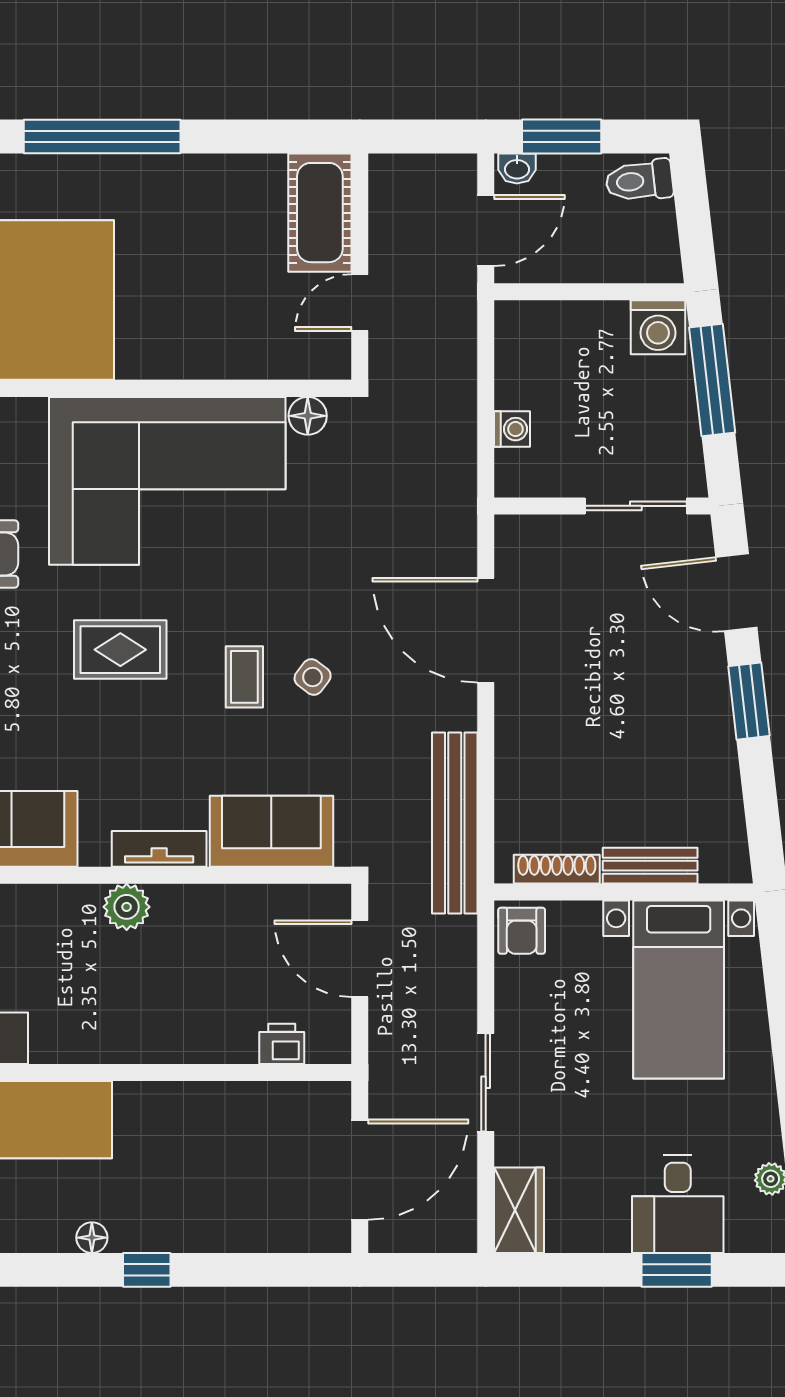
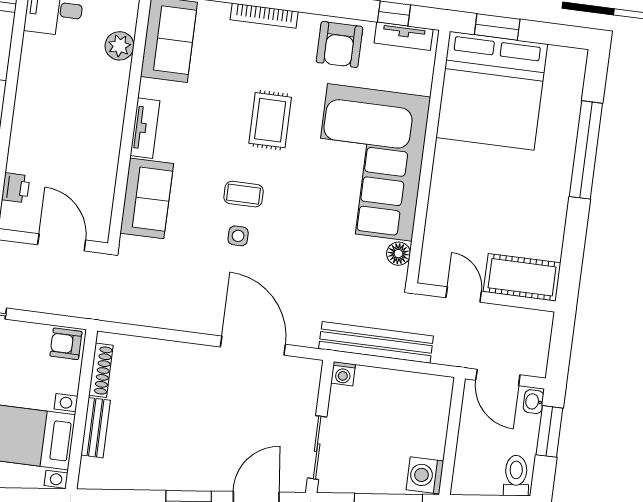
washing machine: (512, 429) -> (343, 374), moved
door: (486, 630) -> (253, 346), hinge flipped
side table: (313, 677) -> (238, 236), turned -37
bench: (455, 823) -> (376, 342), moved
plant: (127, 907) -> (119, 46), moved
door: (360, 959) -> (62, 242), hinge flipped

